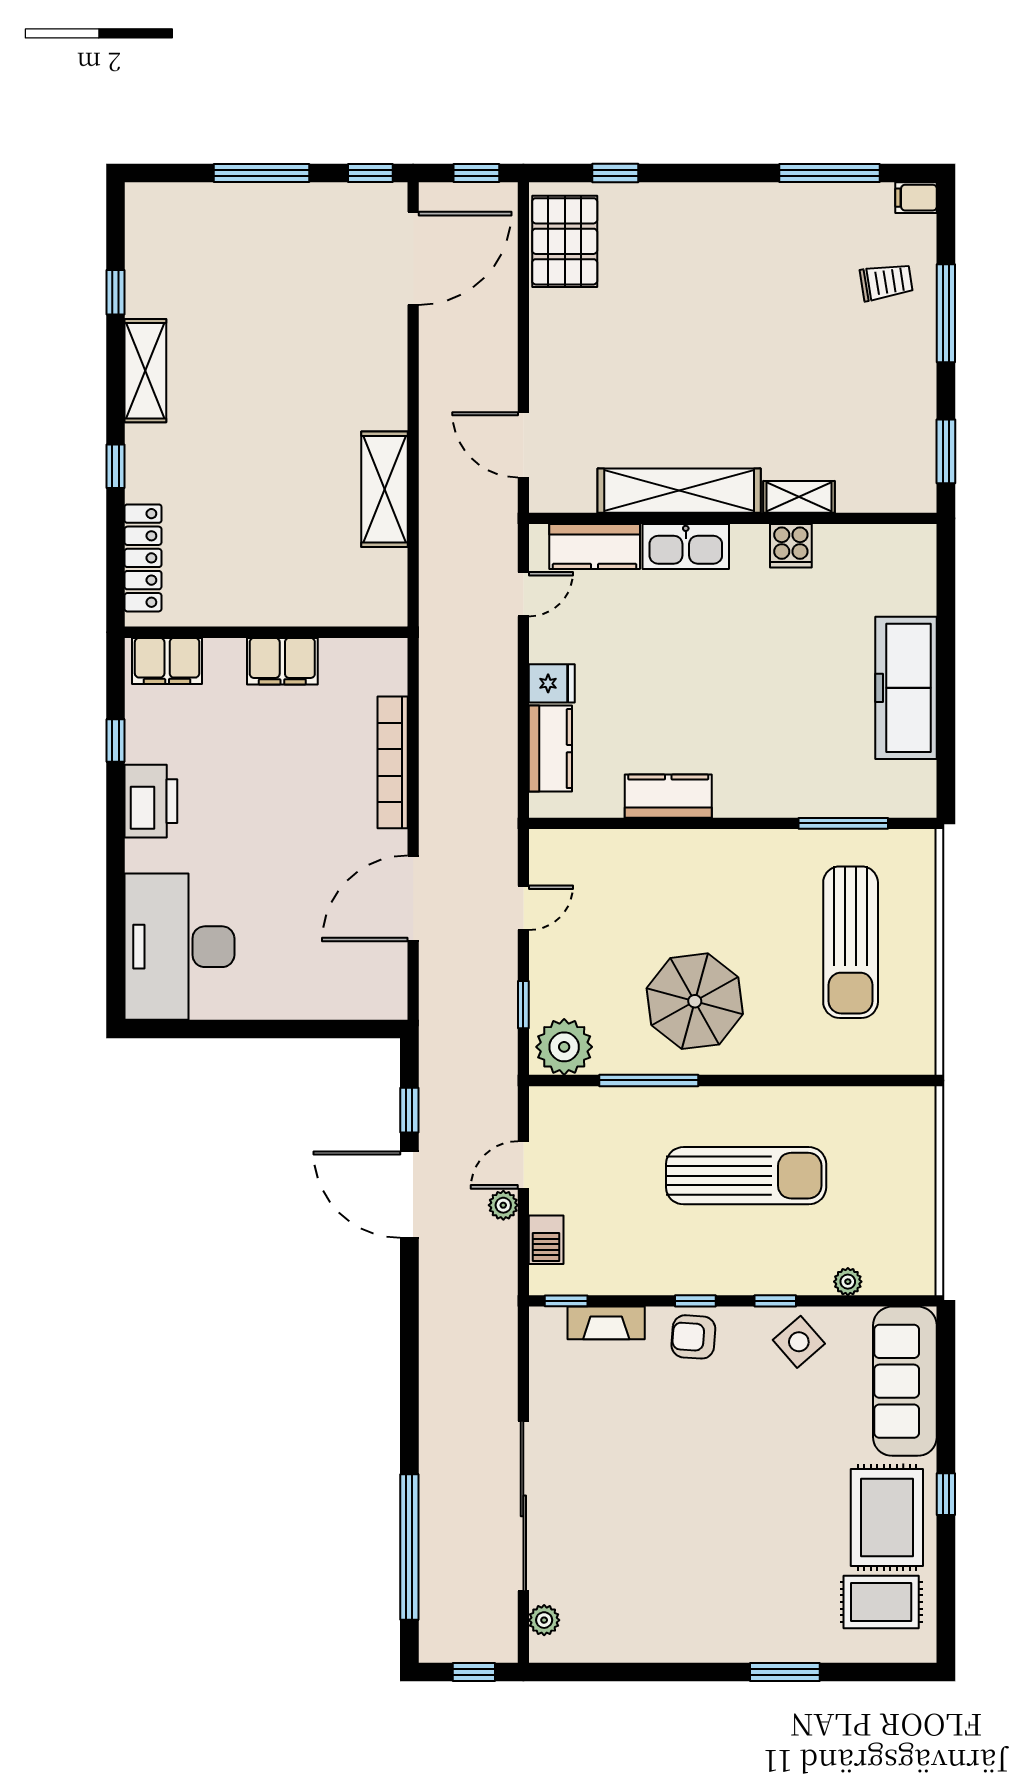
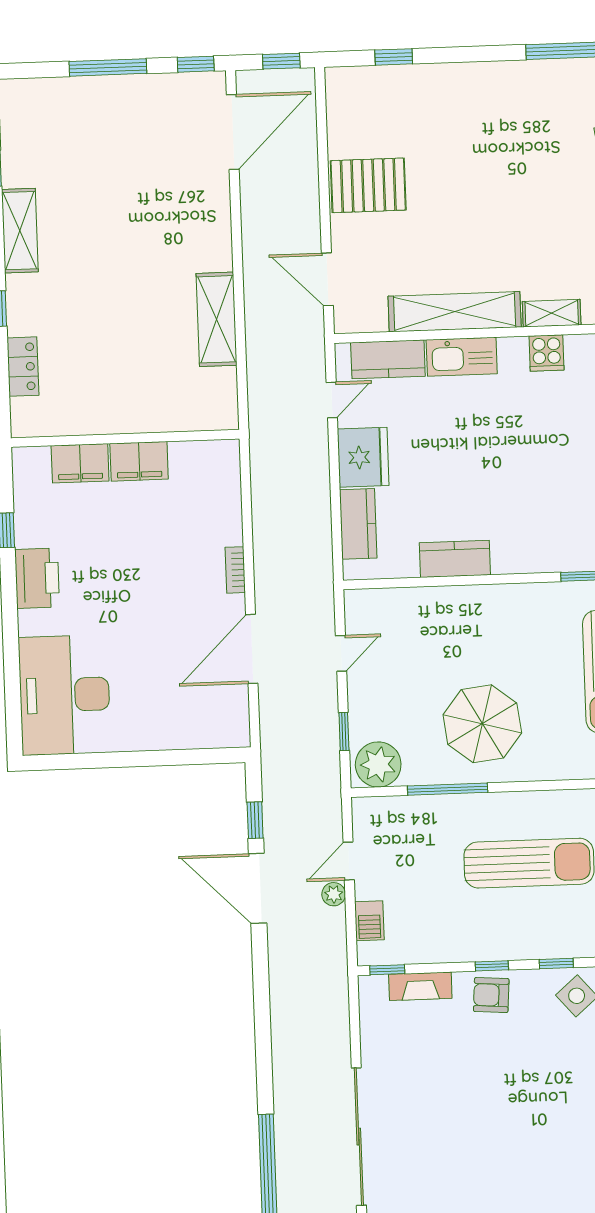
pallet: (565, 241) -> (368, 185), moved, turned 90
locker: (143, 558) -> (23, 367), width x0.66
filing cabinet: (167, 661) -> (80, 463), moved
fridge: (552, 683) -> (363, 457), width x1.88, depth x1.34
bookcase: (393, 762) -> (235, 570), width x0.43, depth x0.76

